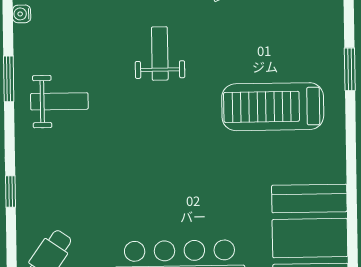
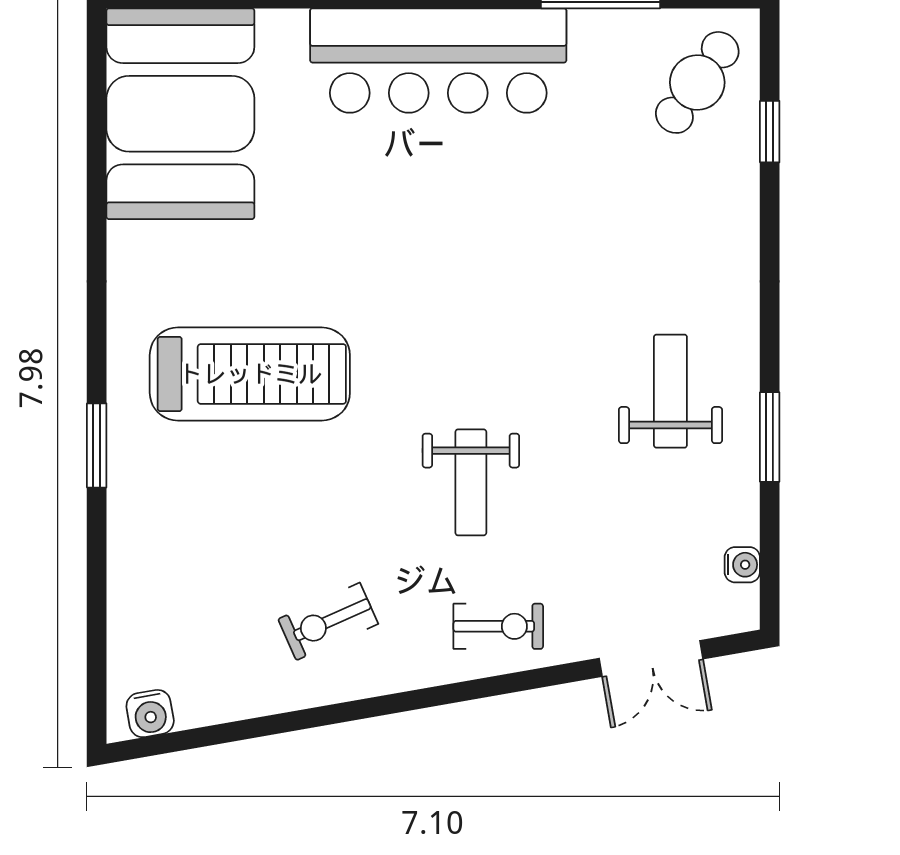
weight bench: (59, 101) -> (670, 391), turned 90
window: (10, 191) -> (770, 132), moved

